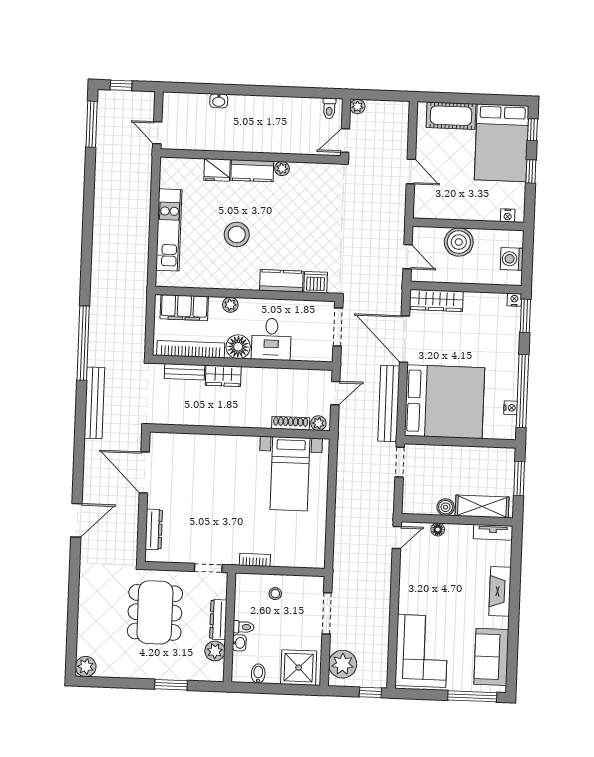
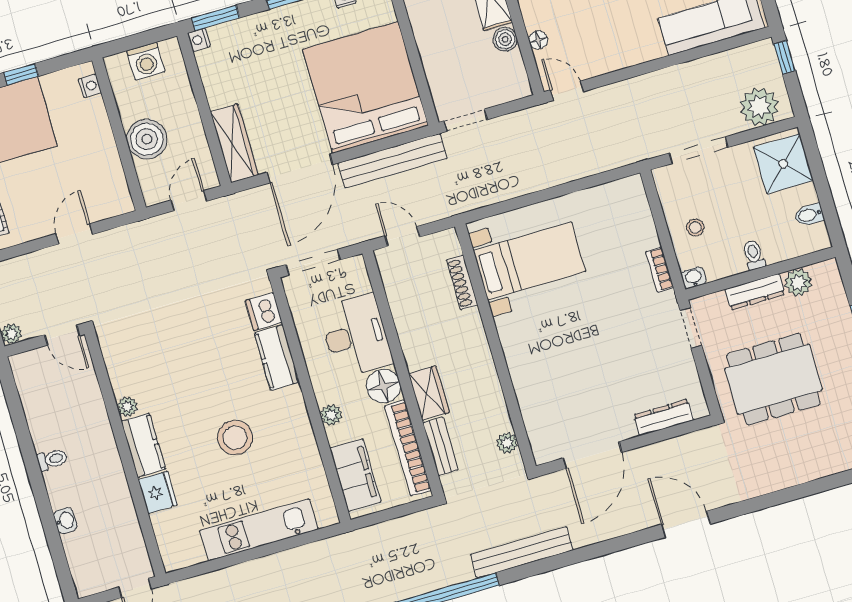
toilet: (329, 108) -> (52, 459), moved
desk: (271, 339) -> (356, 336), width x1.37
plant: (318, 423) -> (507, 443), moved
washbasin: (239, 643) -> (694, 278), moved

